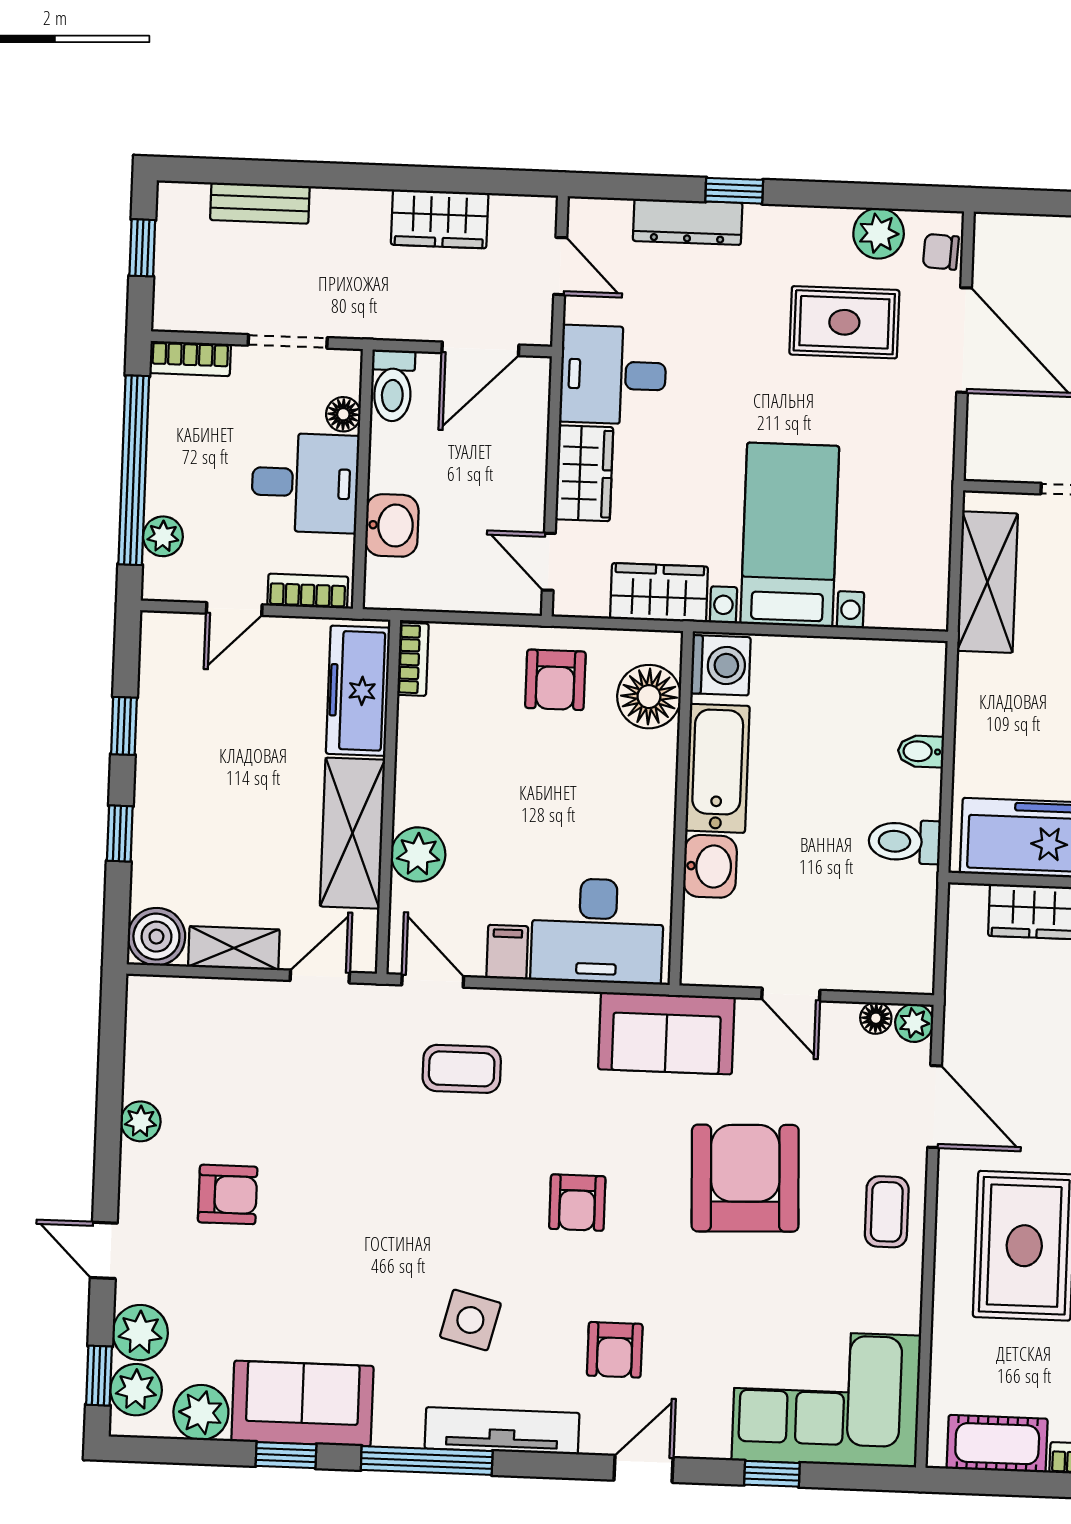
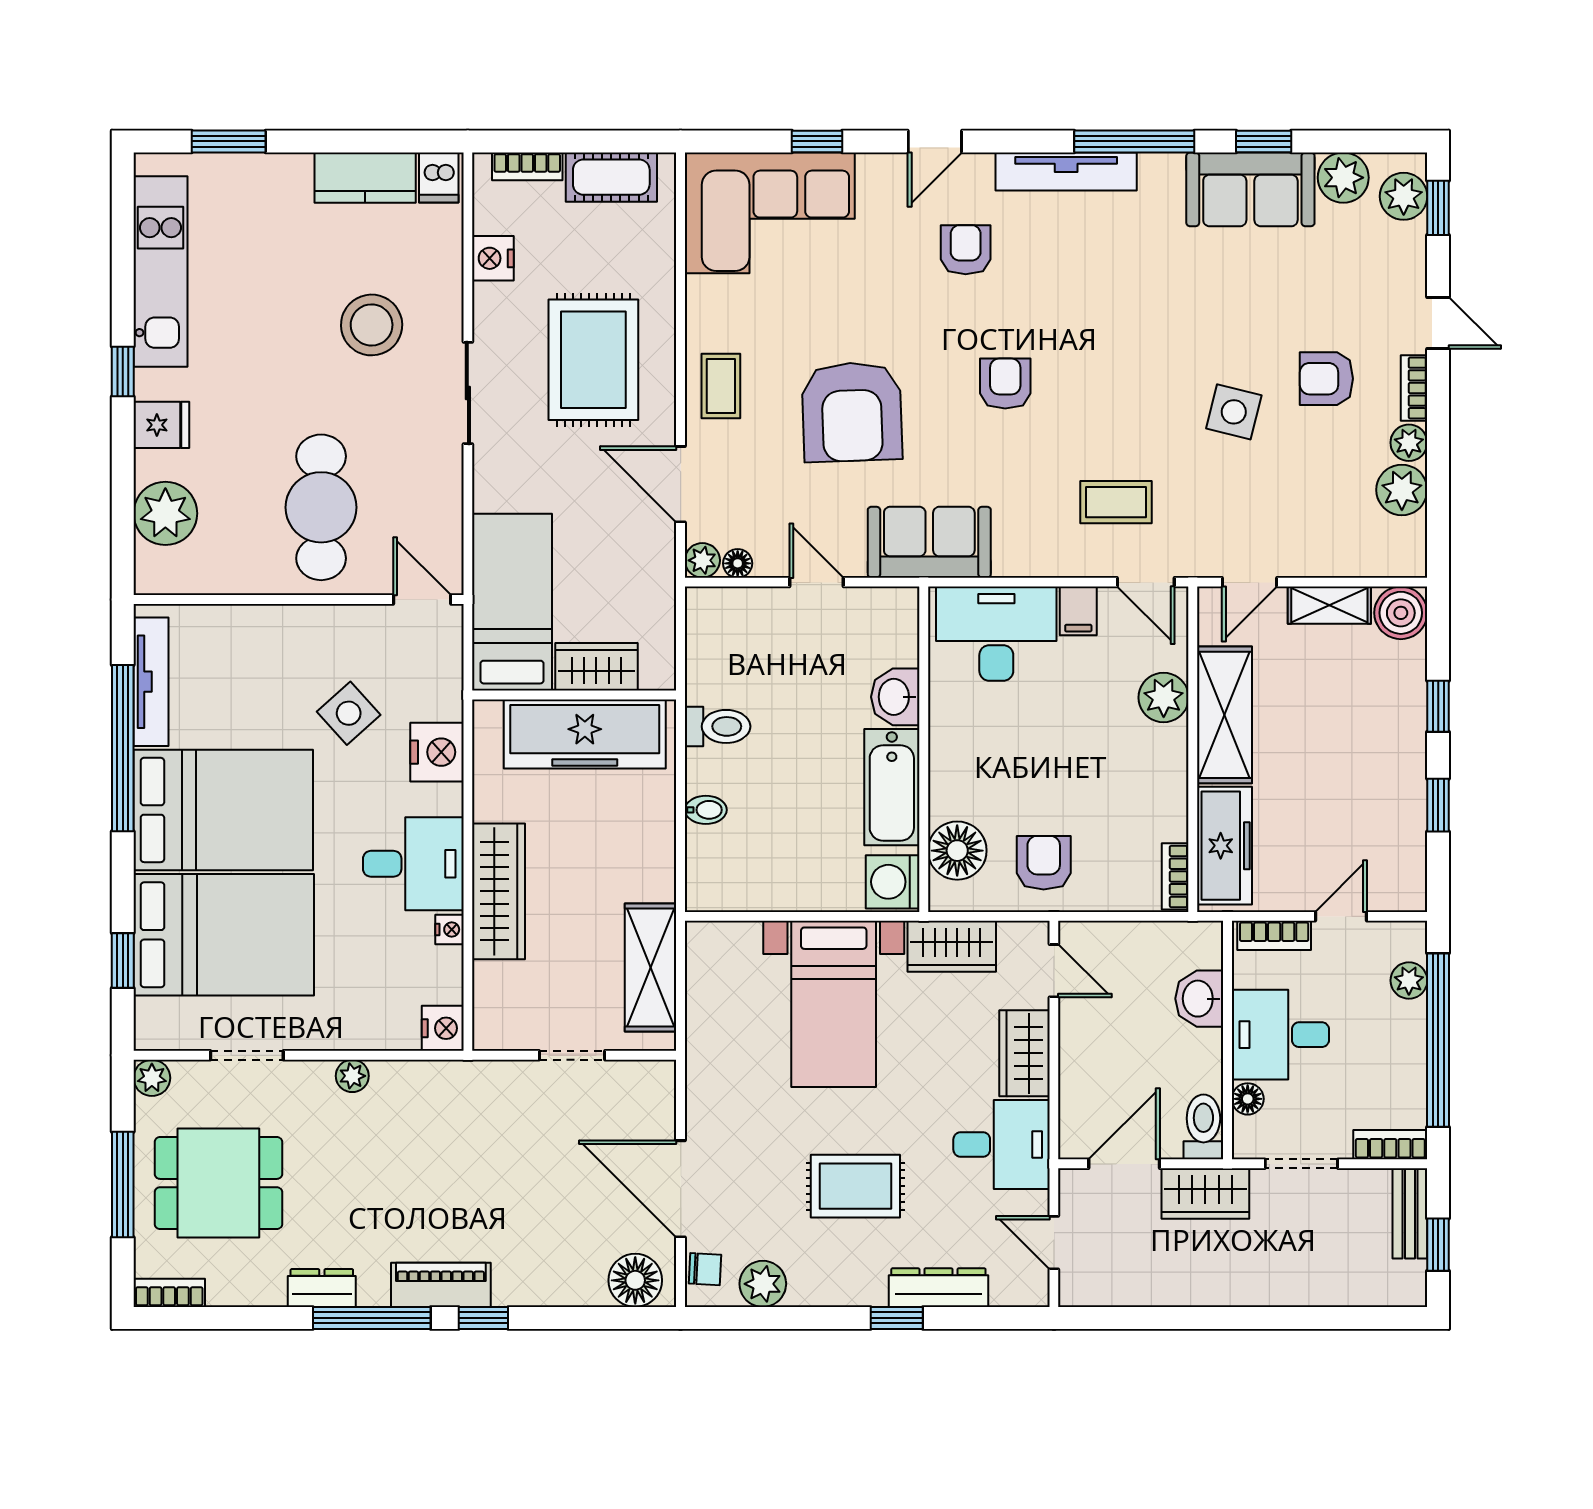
bench: (260, 203) -> (1410, 1213), moved, turned 90
wardrobe: (440, 219) -> (1205, 1194), moved, turned 180
floor lamp: (1017, 242) -> (635, 1280), added
rug: (844, 322) -> (855, 1186), moved
bookcase: (133, 1181) -> (1414, 388), added
side table: (470, 1320) -> (1234, 412), moved
plant: (140, 1333) -> (1402, 490), moved

